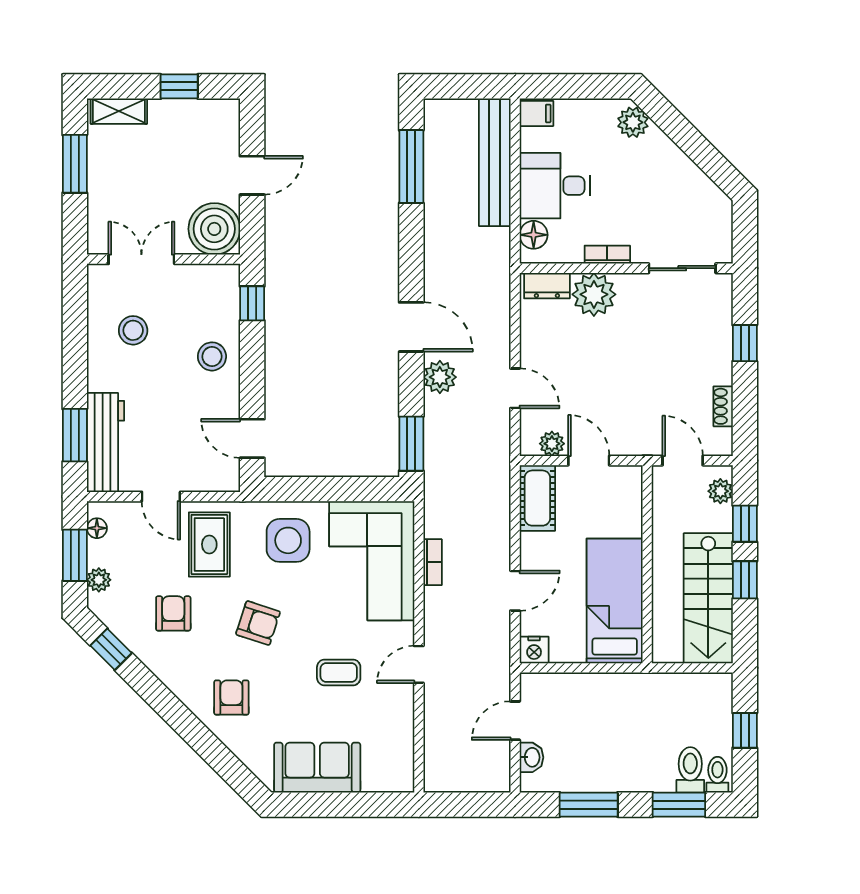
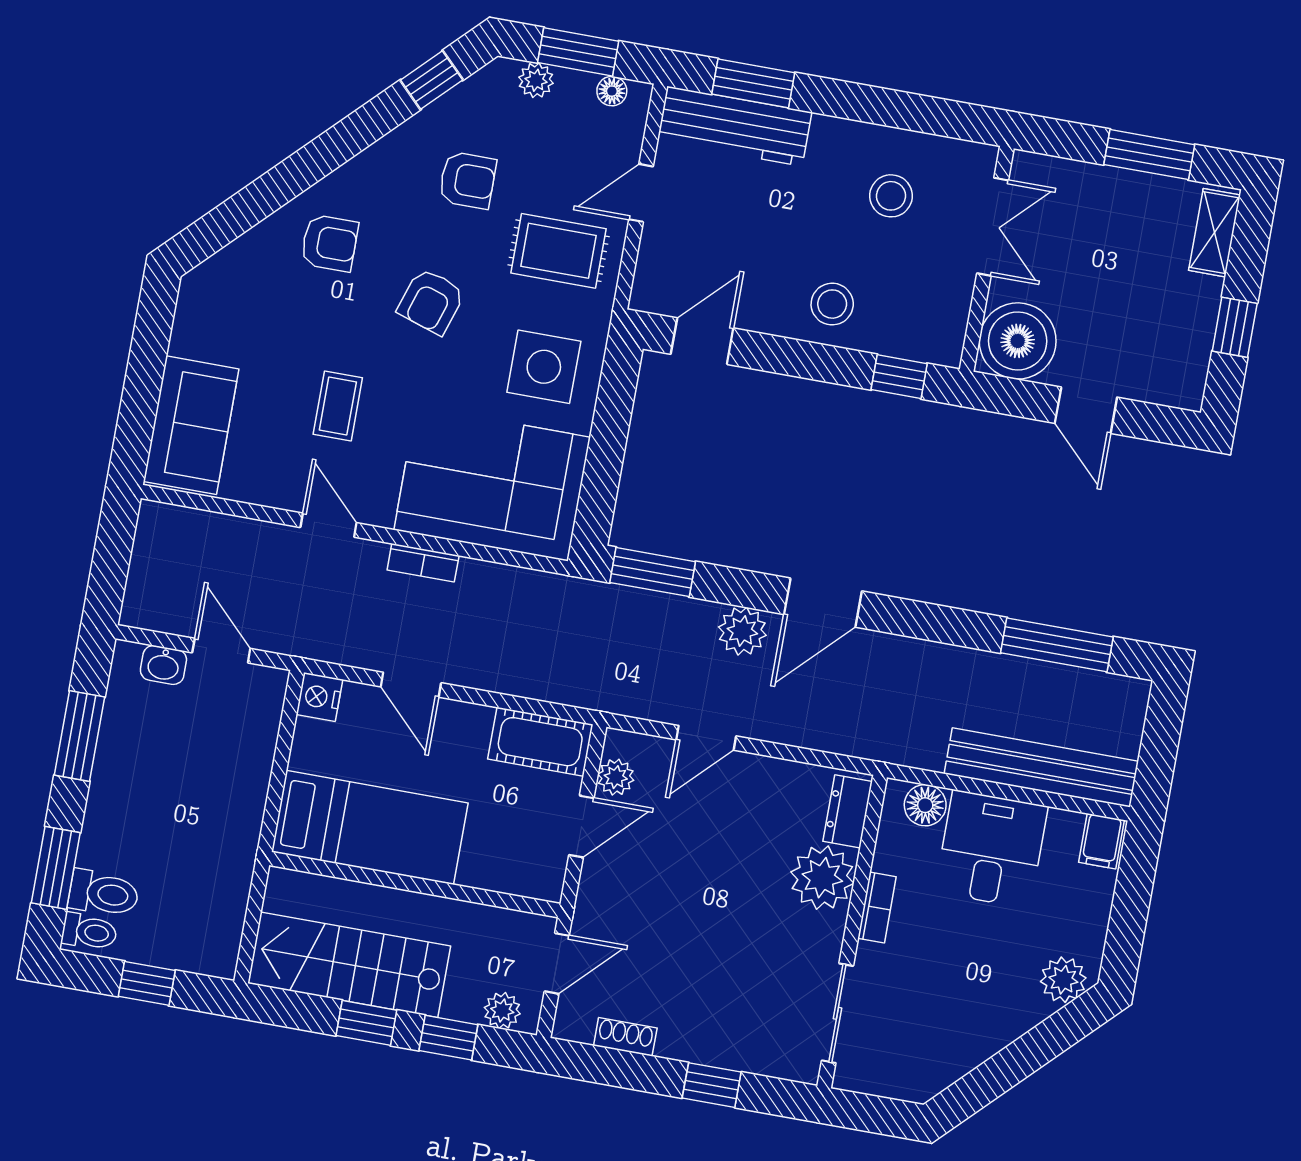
bookcase: (433, 562) -> (423, 563), moved
sofa: (317, 768) -> (191, 425), moved

